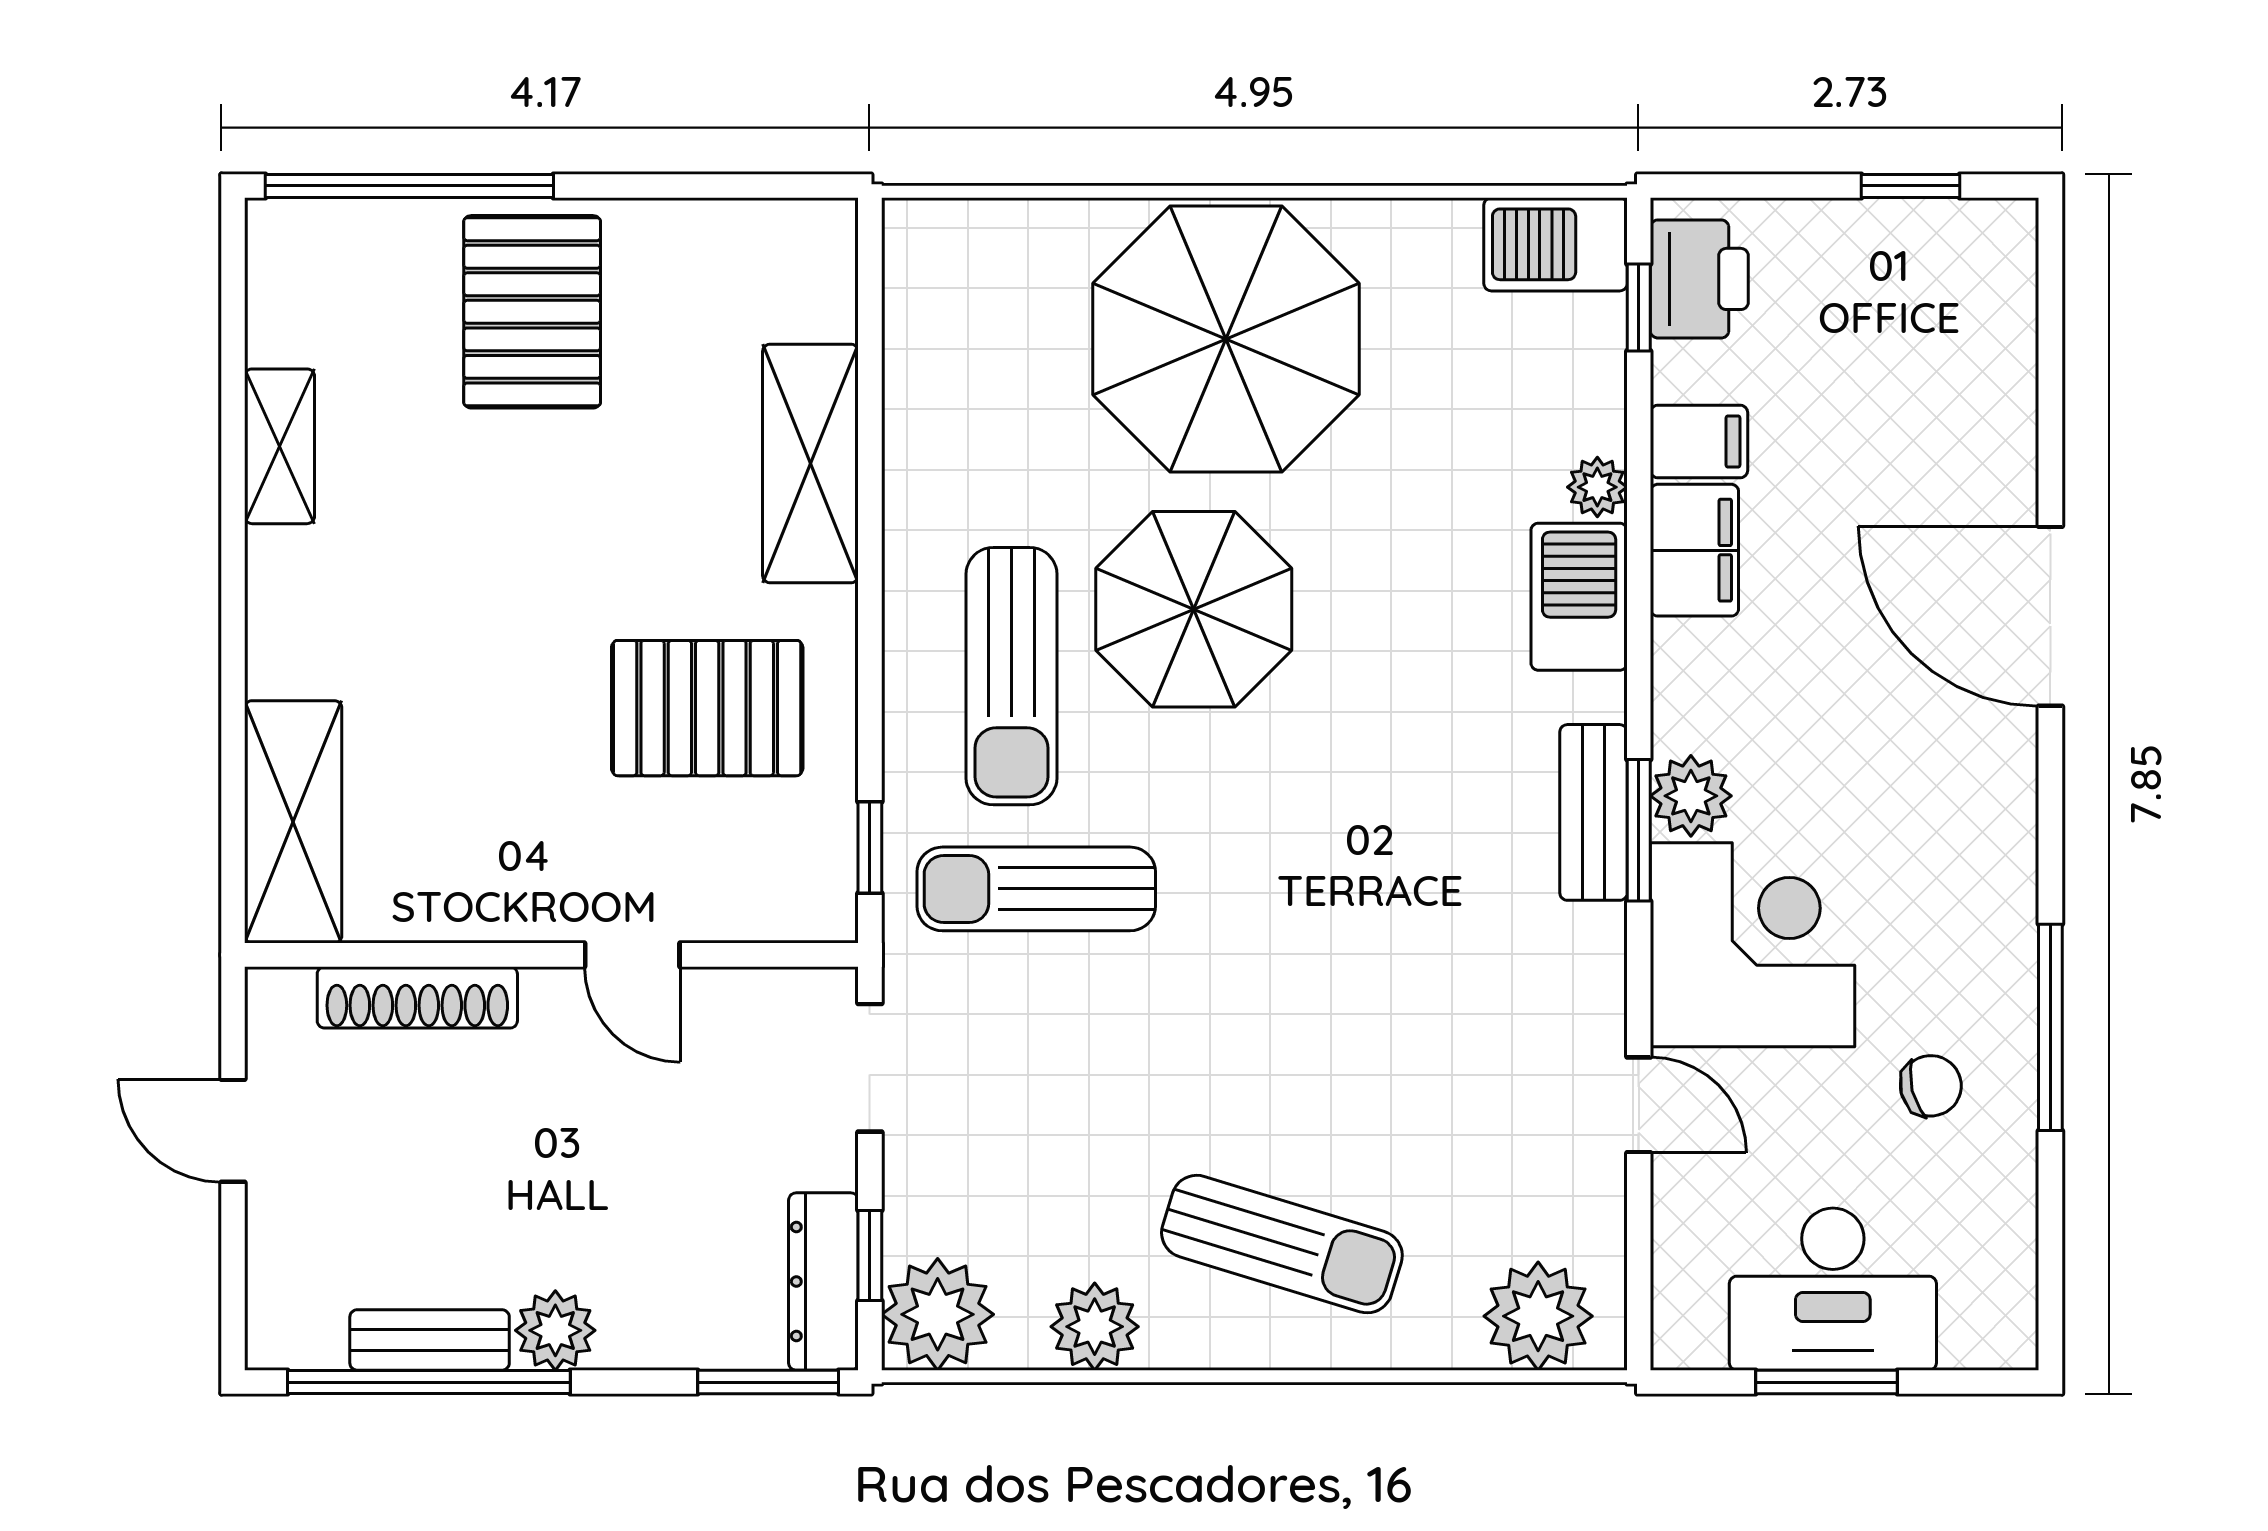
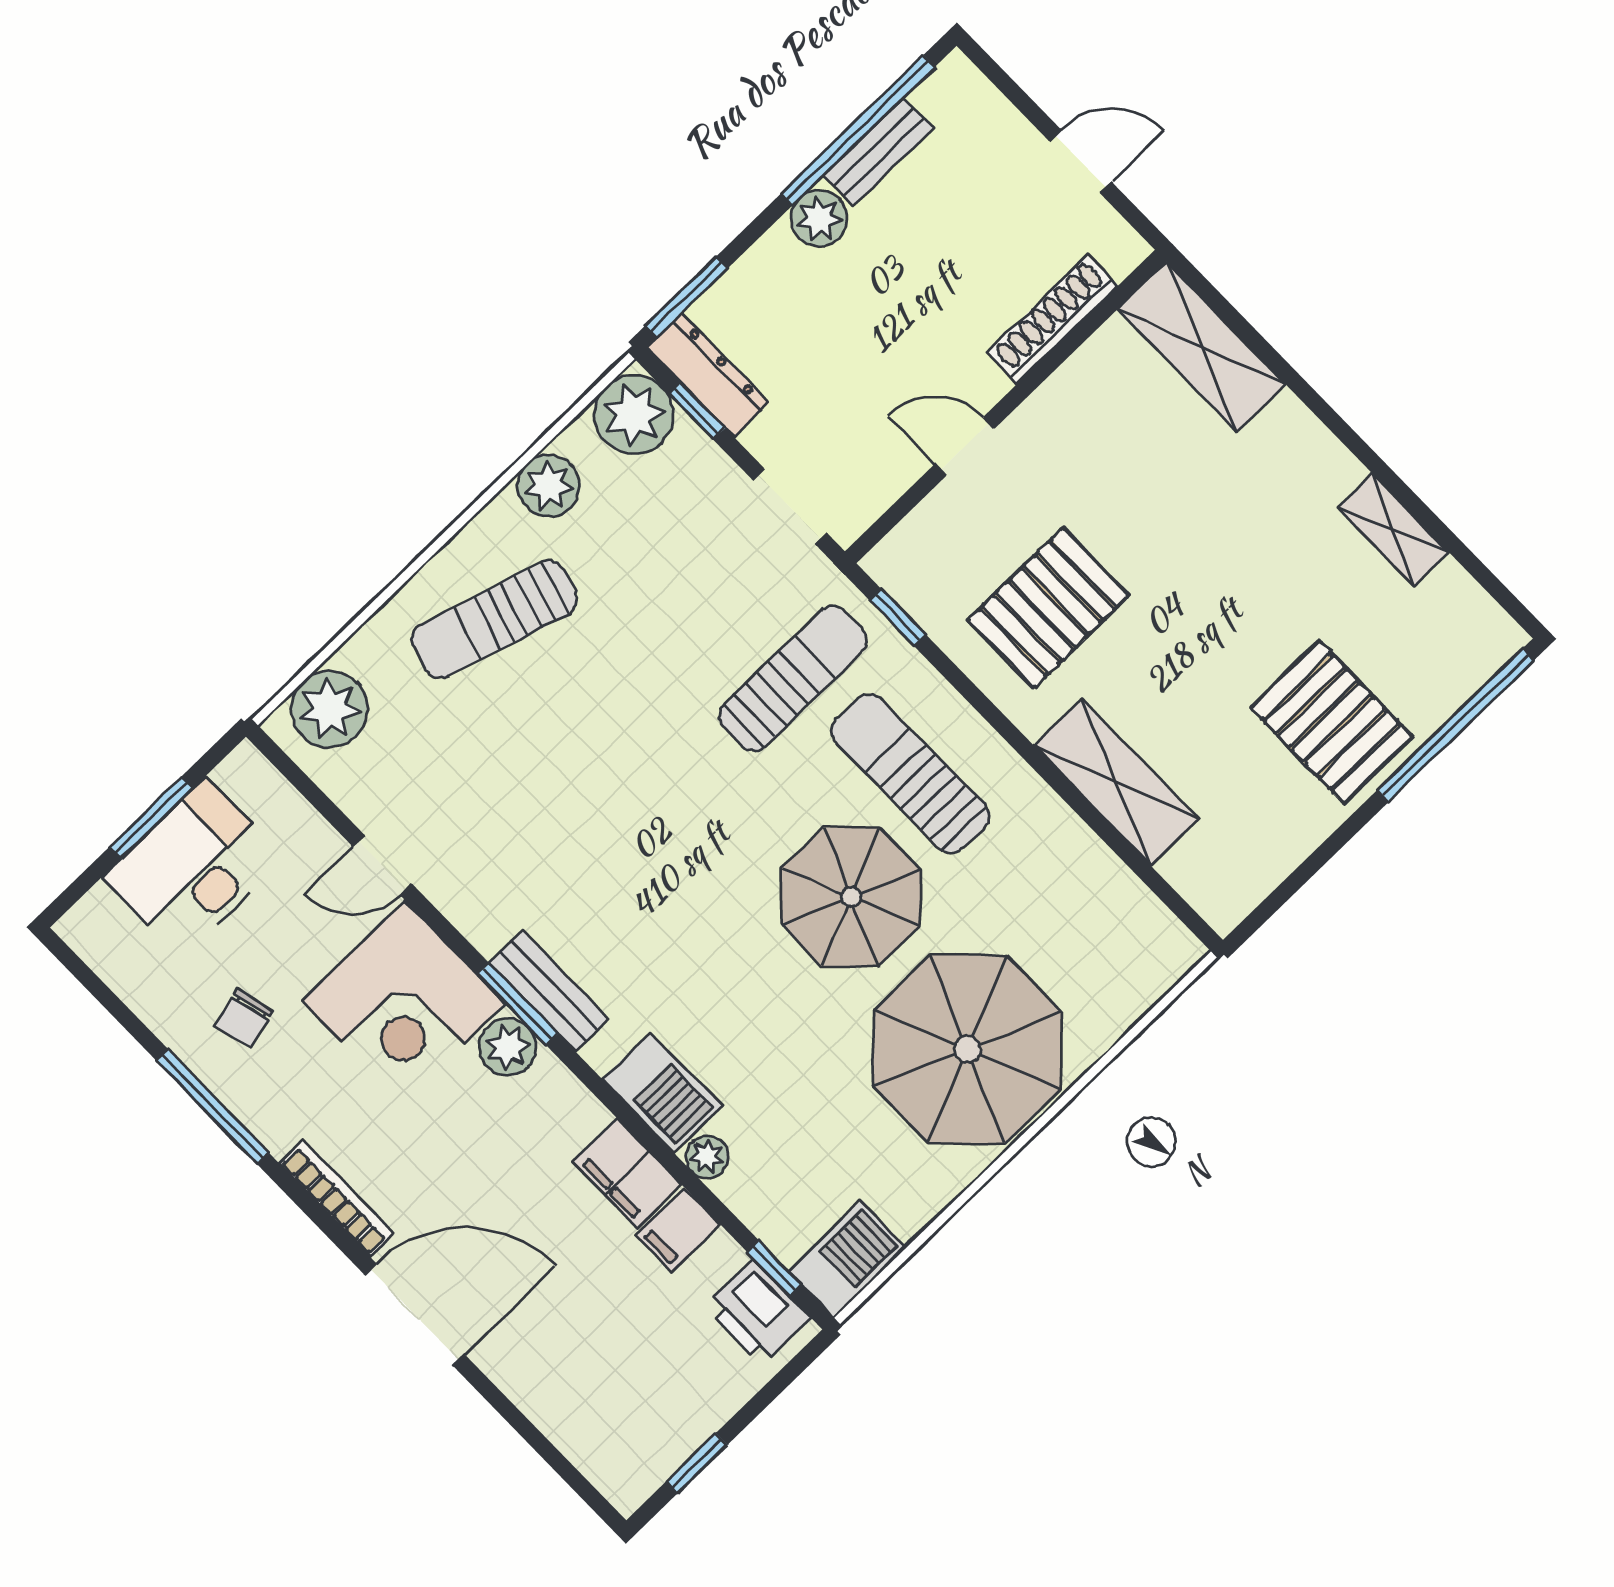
bookcase: (2015, 812) -> (336, 1198), added

